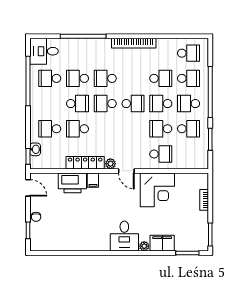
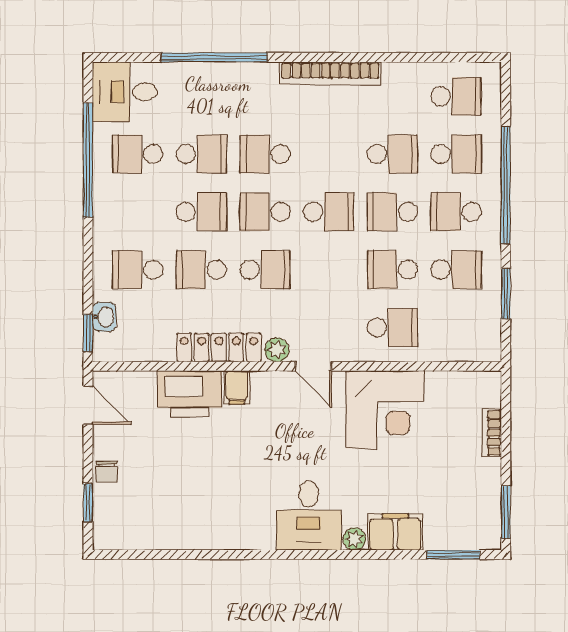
school desk: (77, 78) -> (201, 154), turned 180
school desk: (105, 129) -> (265, 270), added

